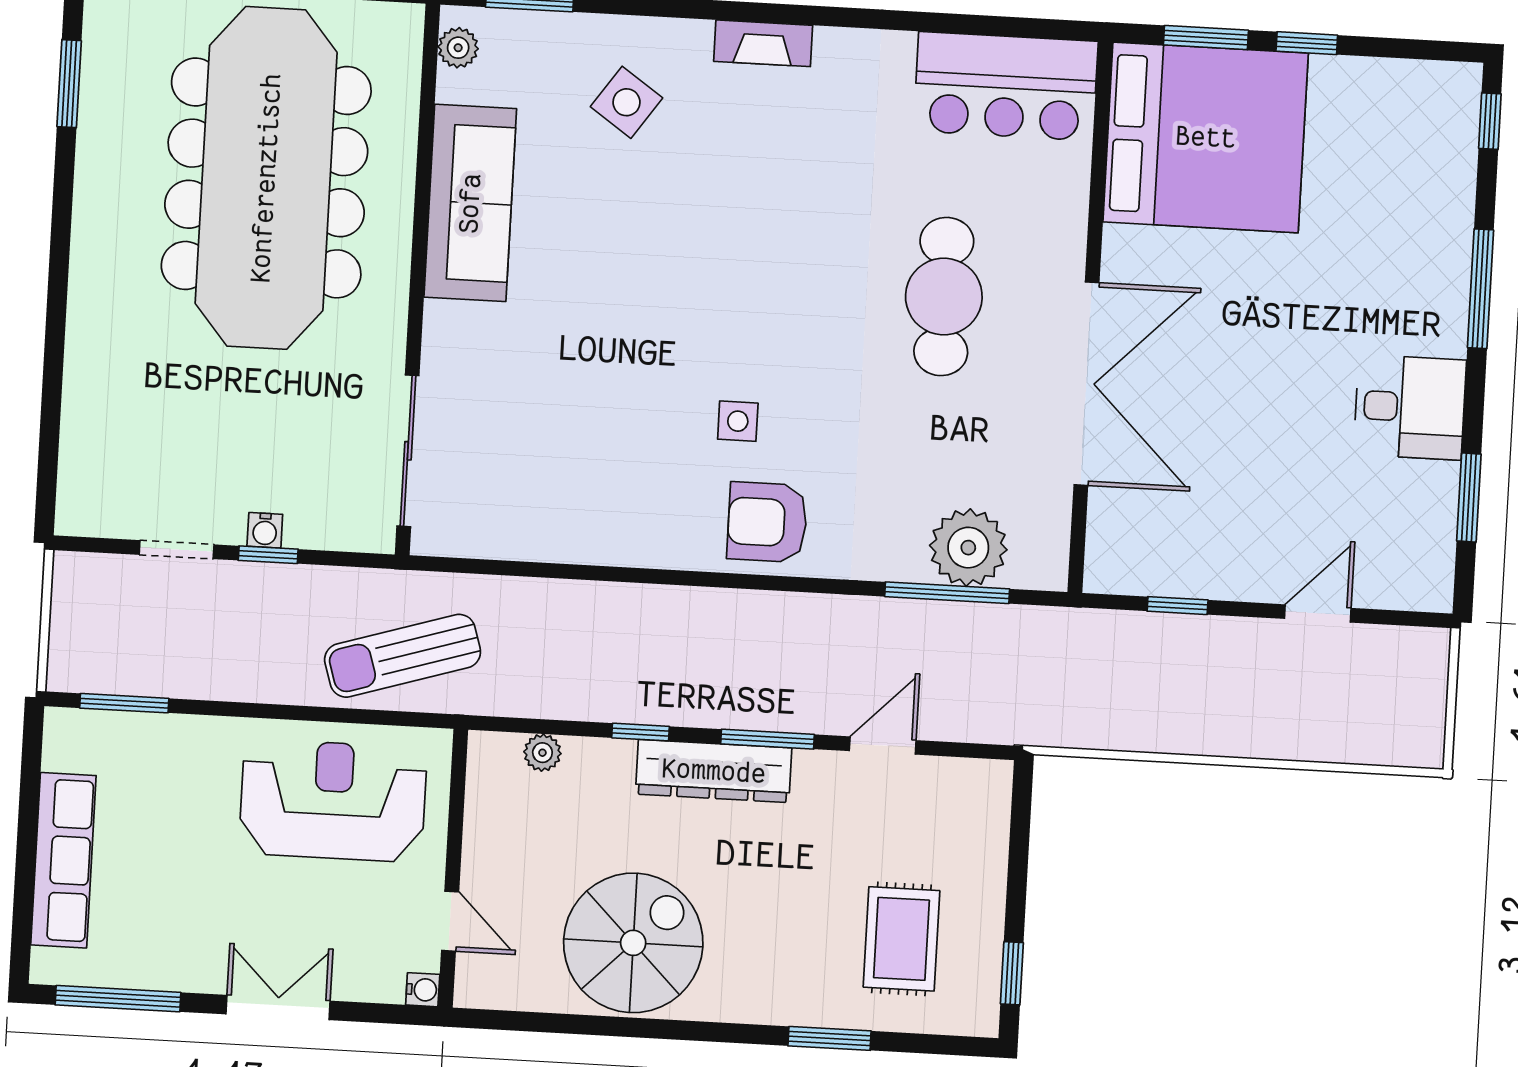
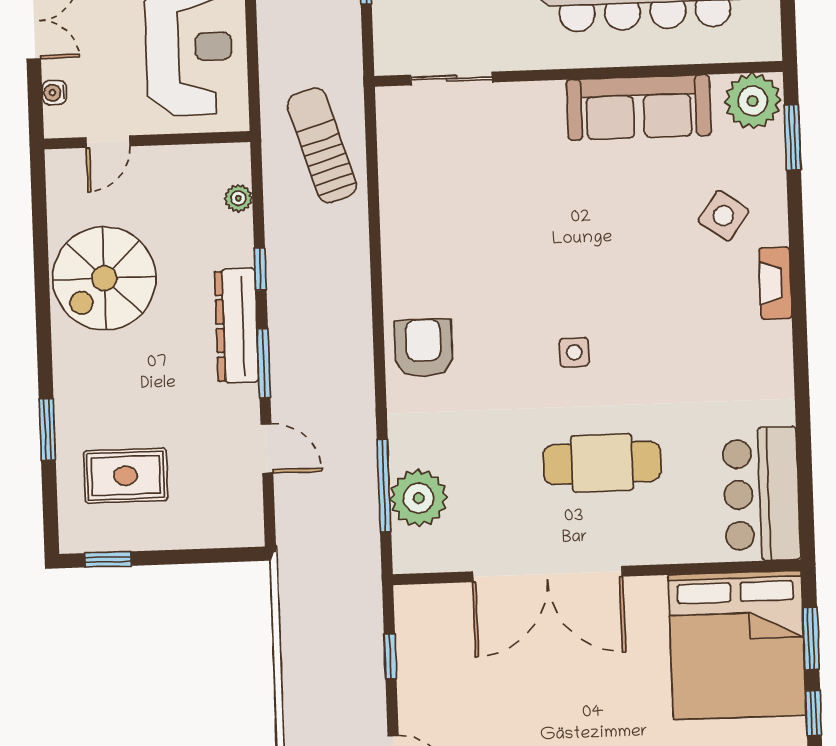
fireplace: (763, 43) -> (775, 283), moved
plant: (458, 48) -> (753, 101), width x1.88, depth x1.88
side table: (738, 421) -> (574, 352), moved
sliding door: (408, 451) -> (452, 78), width x0.73
sun lounger: (403, 656) -> (322, 145), moved
spiral stairs: (633, 943) -> (104, 278), turned 90
water cooler: (423, 990) -> (54, 93), moved, turned 90

